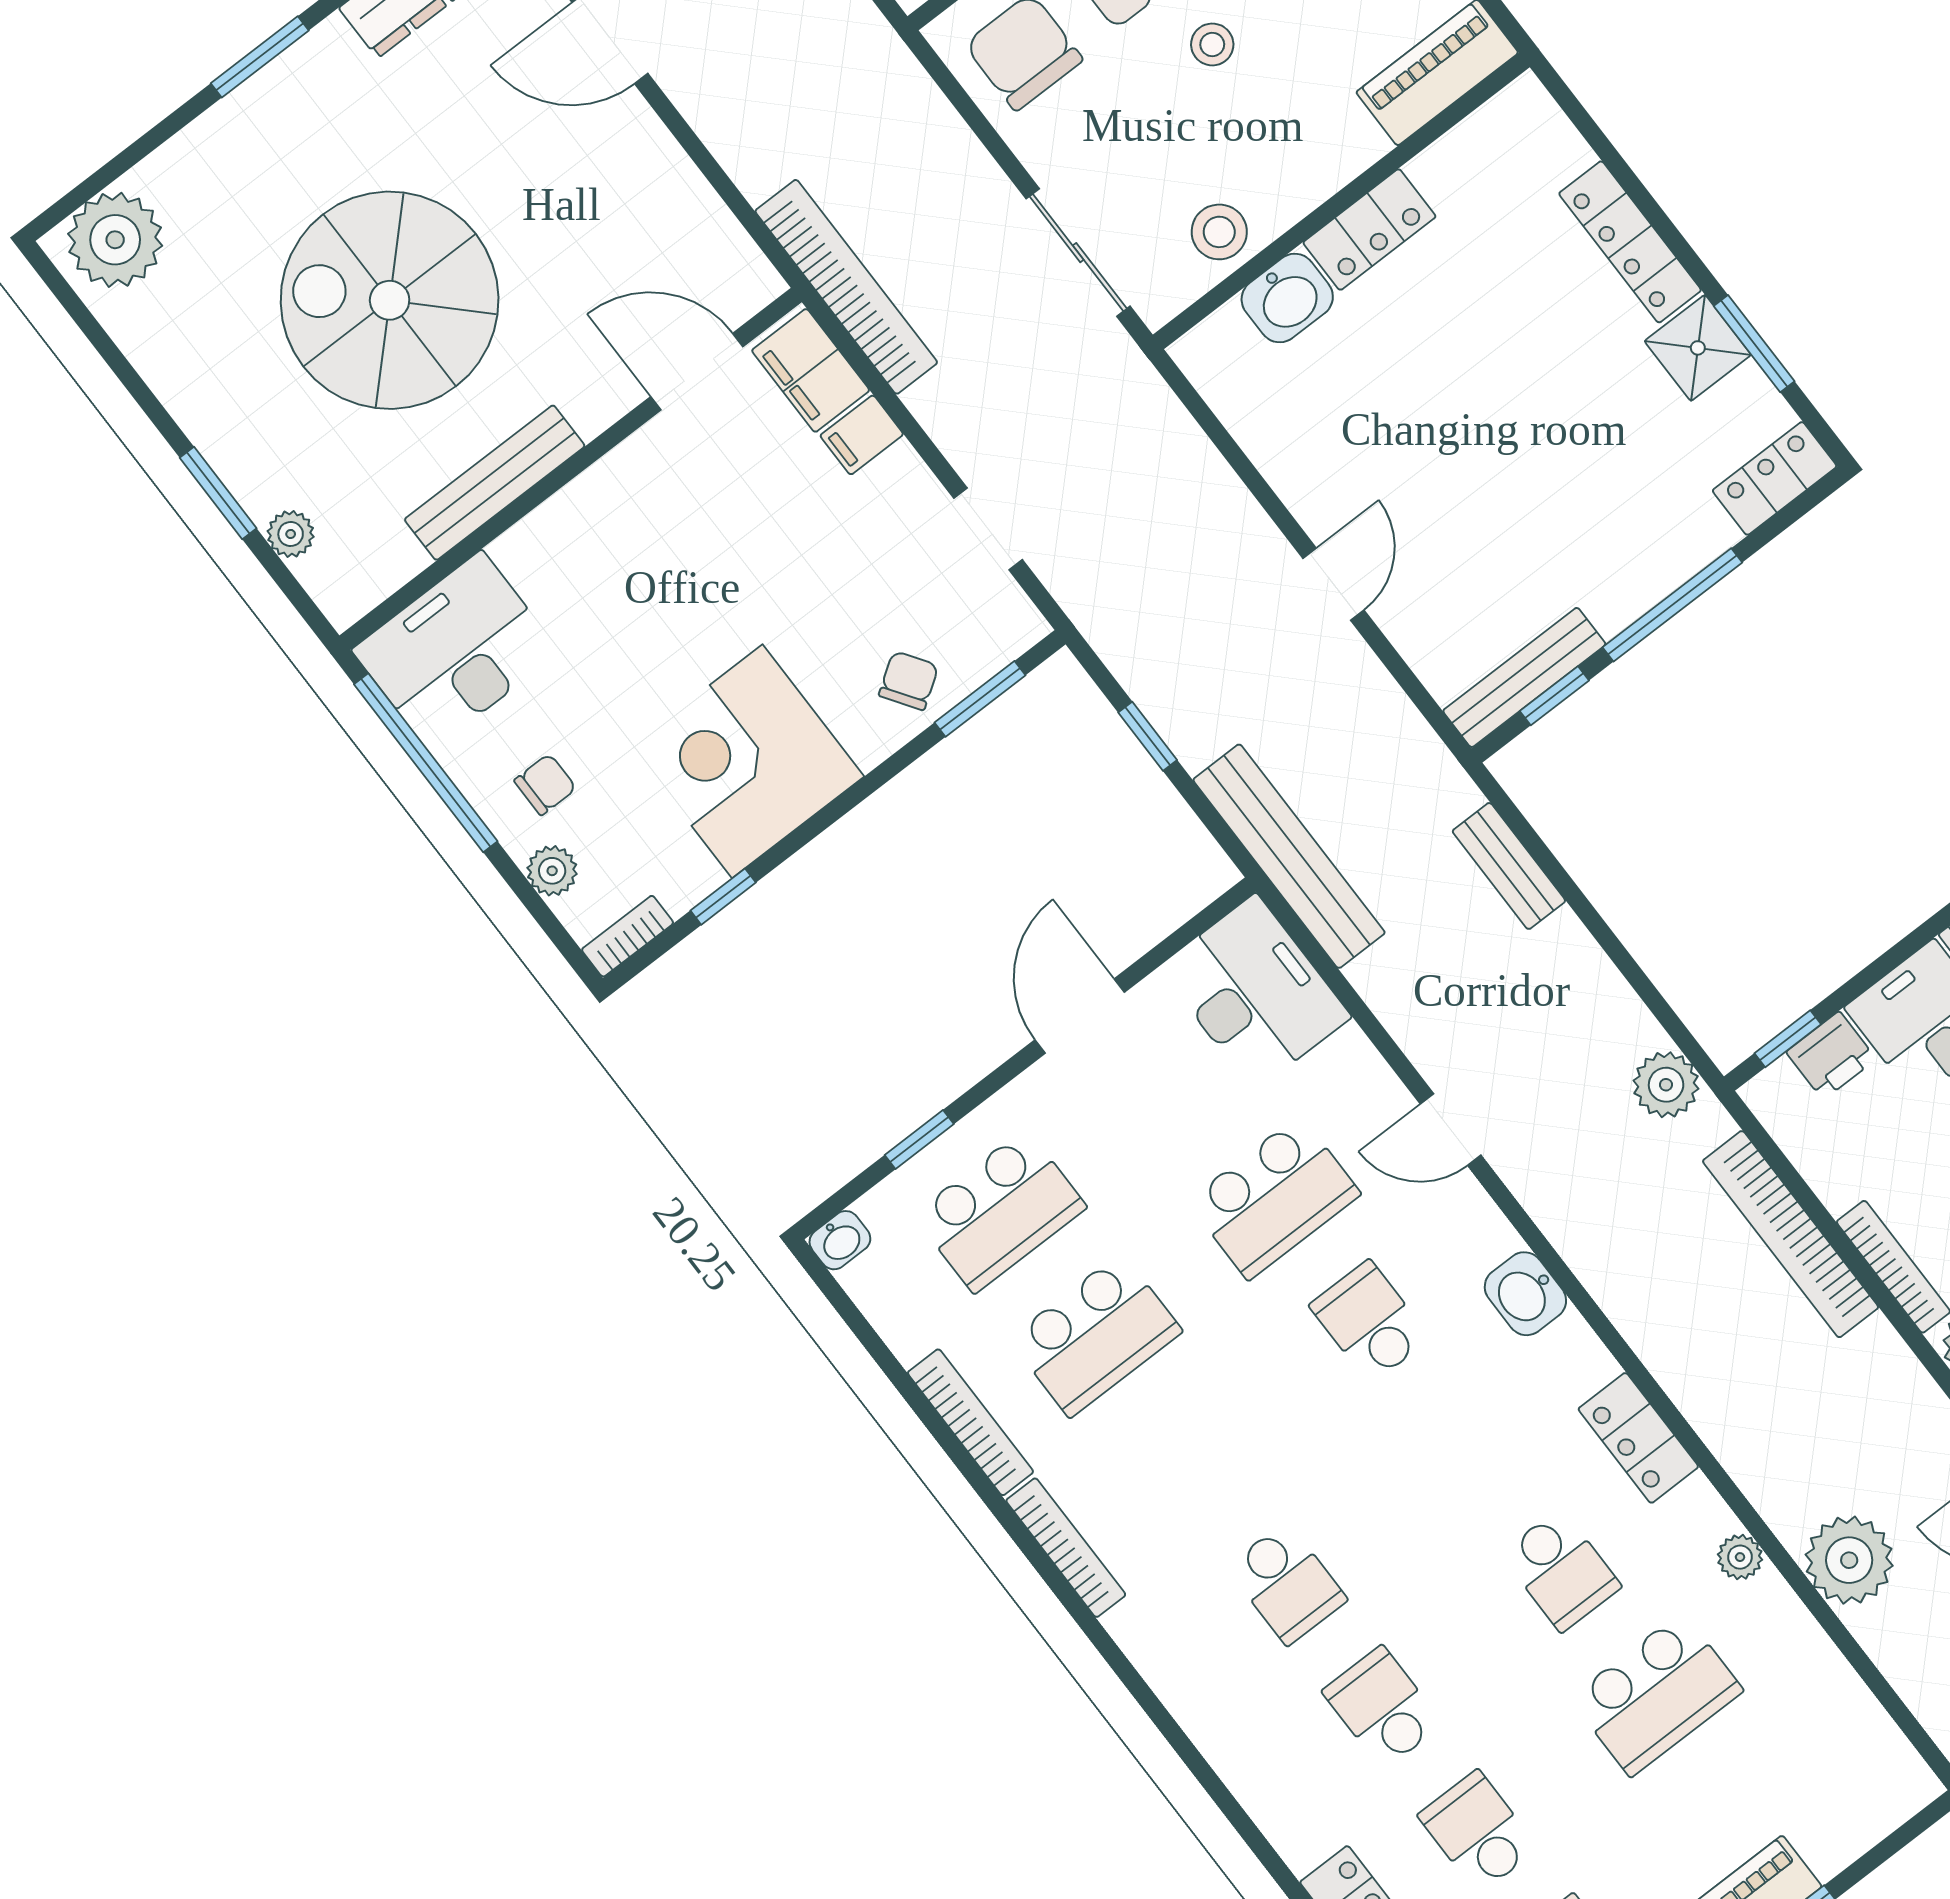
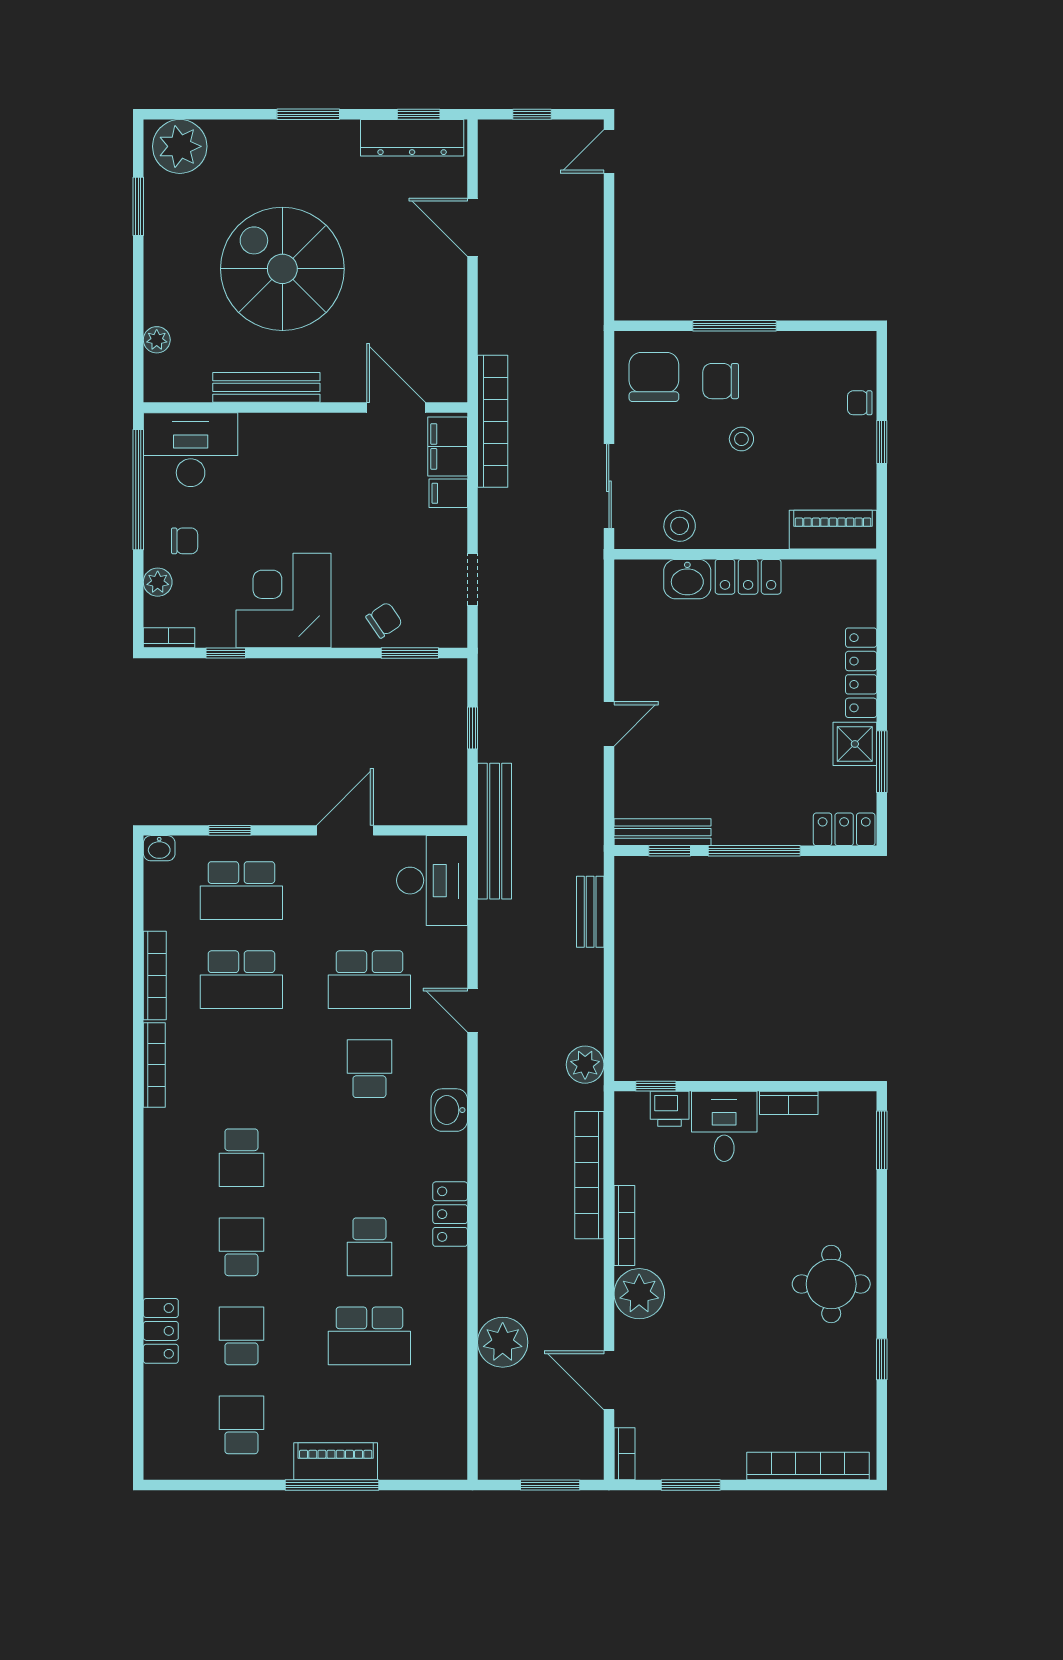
window: (218, 493) -> (138, 206), moved
plant: (1740, 1557) -> (455, 1303), removed

